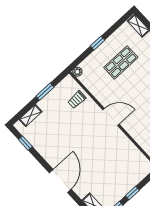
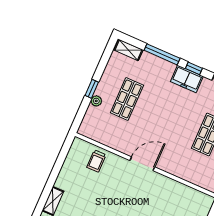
plant: (77, 72) -> (96, 101), moved
window: (45, 92) -> (57, 168), removed

